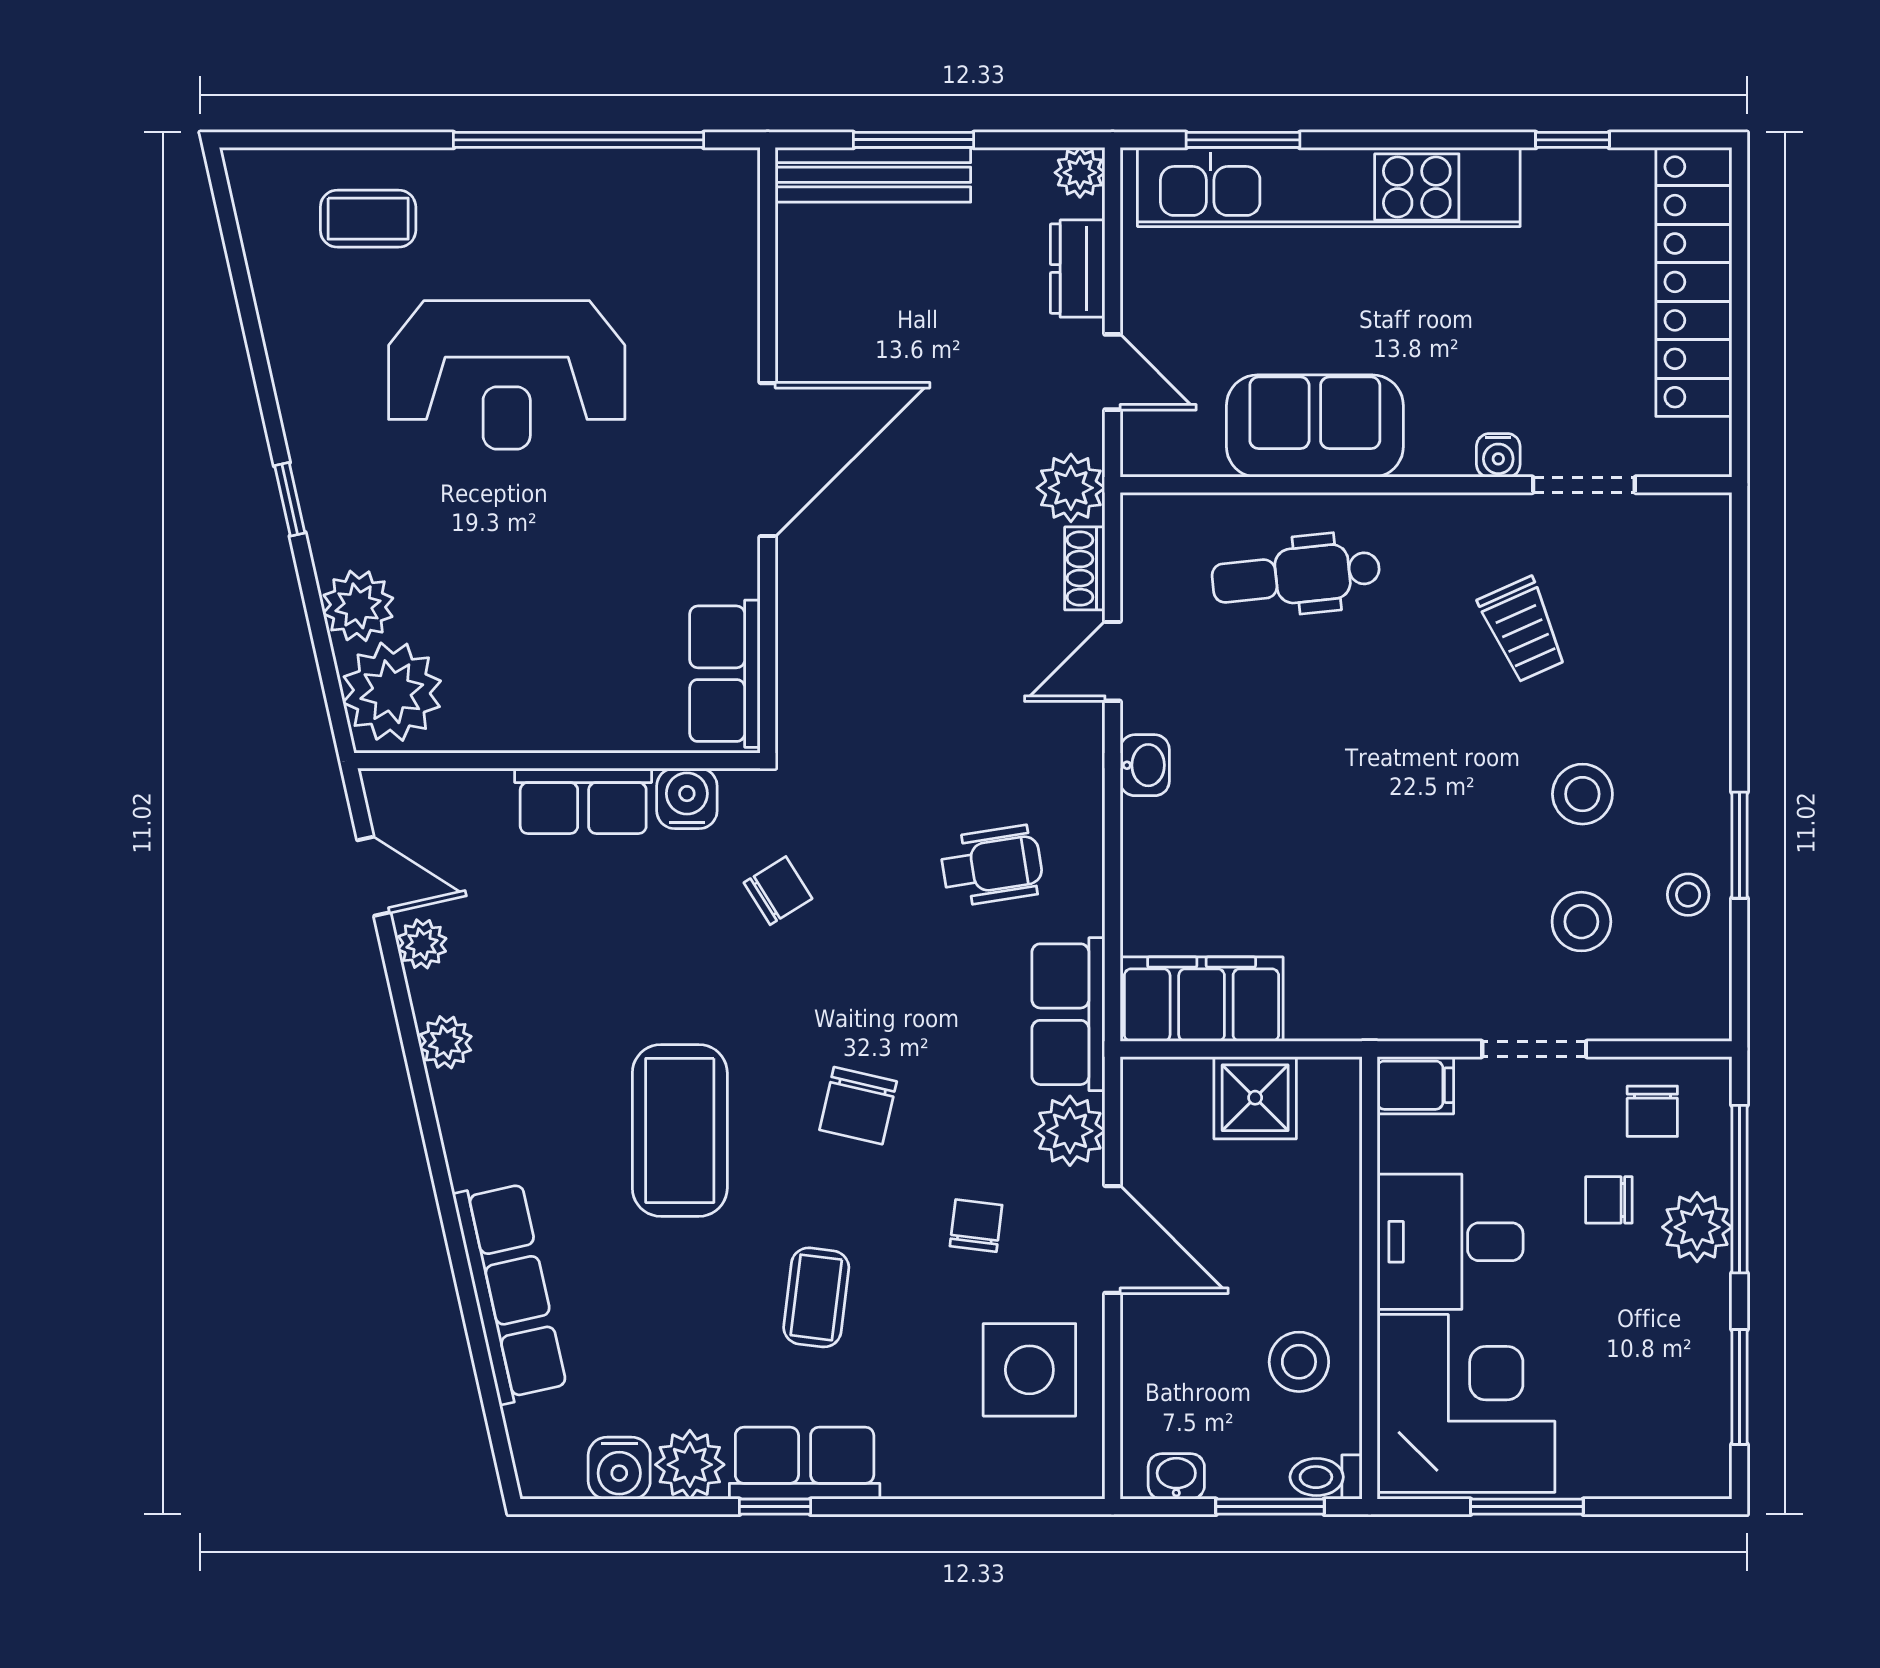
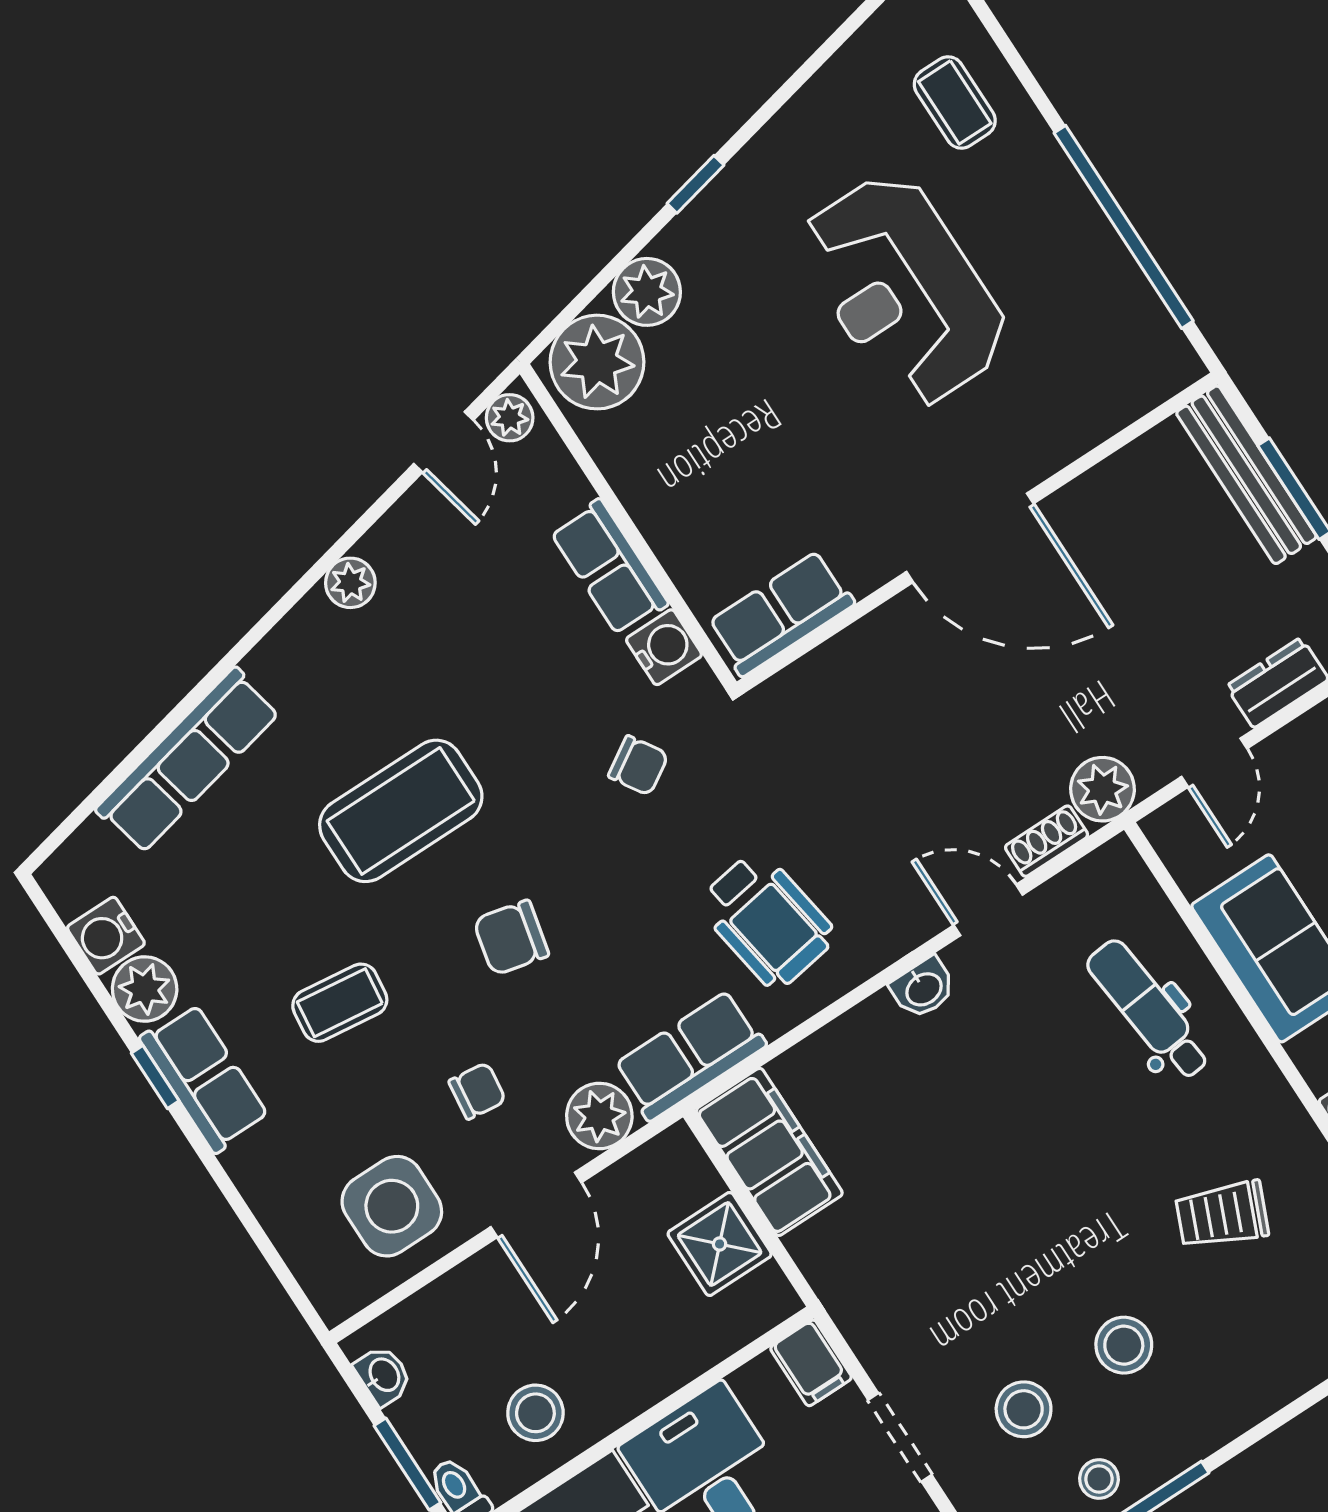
trolley: (1523, 630) -> (1222, 1215), turned 47
wheelchair: (992, 866) -> (767, 920), width x1.36, depth x1.37
plant: (422, 944) -> (510, 418), moved

